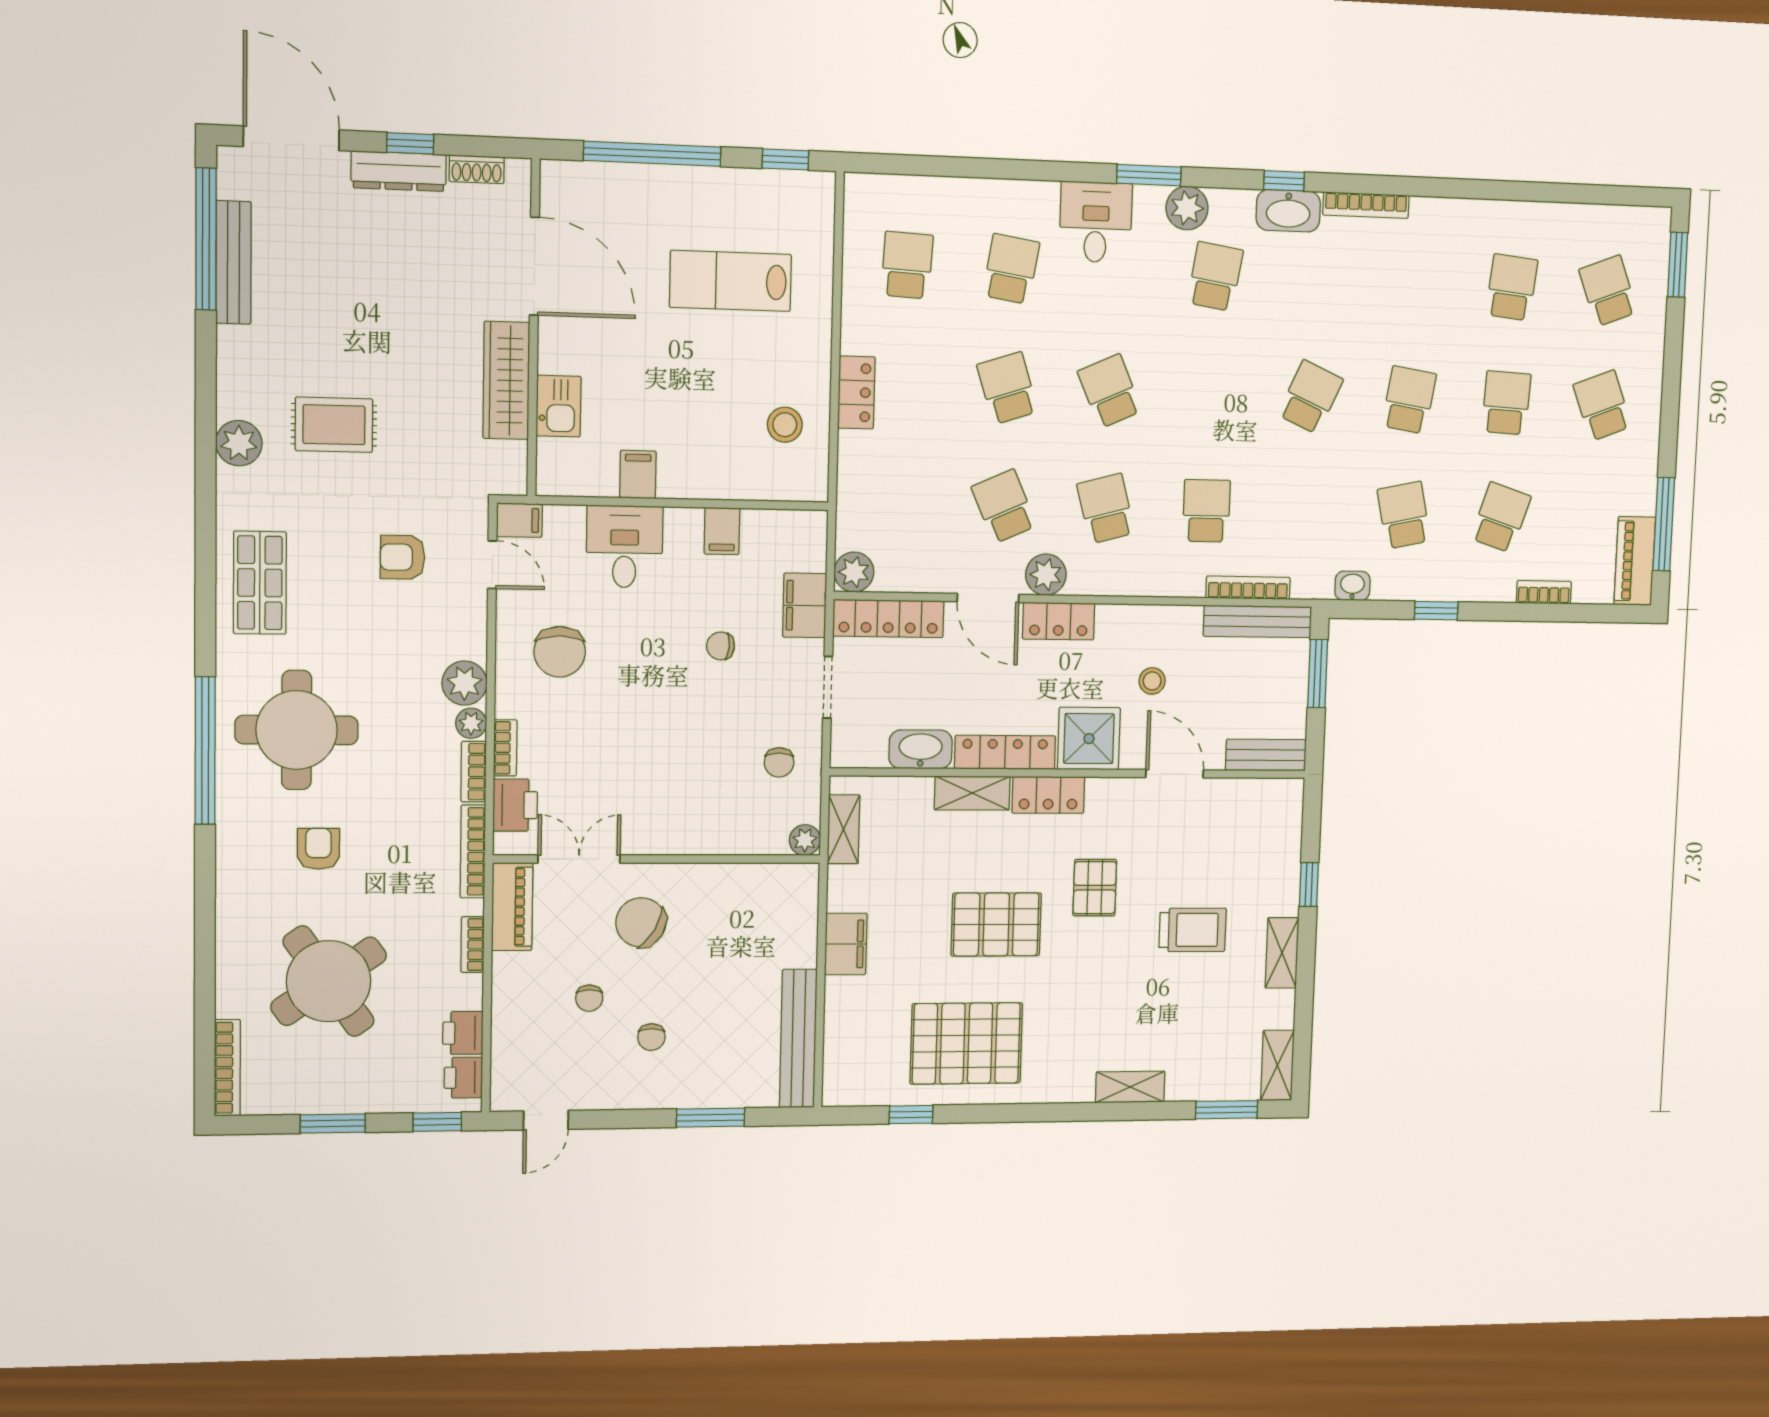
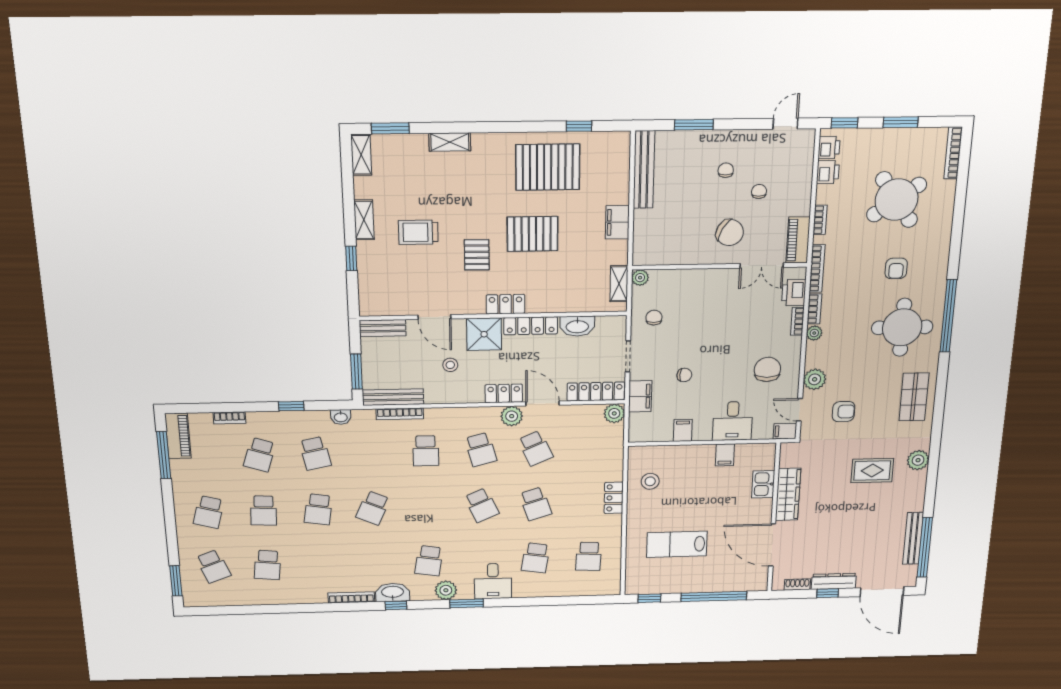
lab bench: (730, 281) -> (677, 544), turned 180
school desk: (1602, 406) -> (209, 512), turned 36
plant: (464, 683) -> (815, 379), moved
shelving: (972, 793) -> (548, 304), removed

